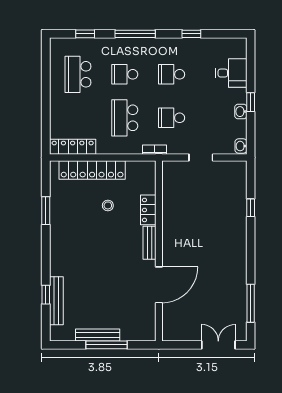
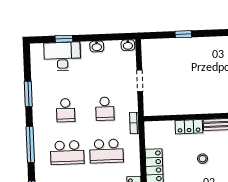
window: (191, 34) -> (28, 94), width x1.50
desk: (231, 73) -> (62, 56), width x1.37
school desk: (125, 74) -> (67, 153), width x1.85
window: (251, 102) -> (64, 39), moved
stool: (108, 205) -> (203, 159), moved

